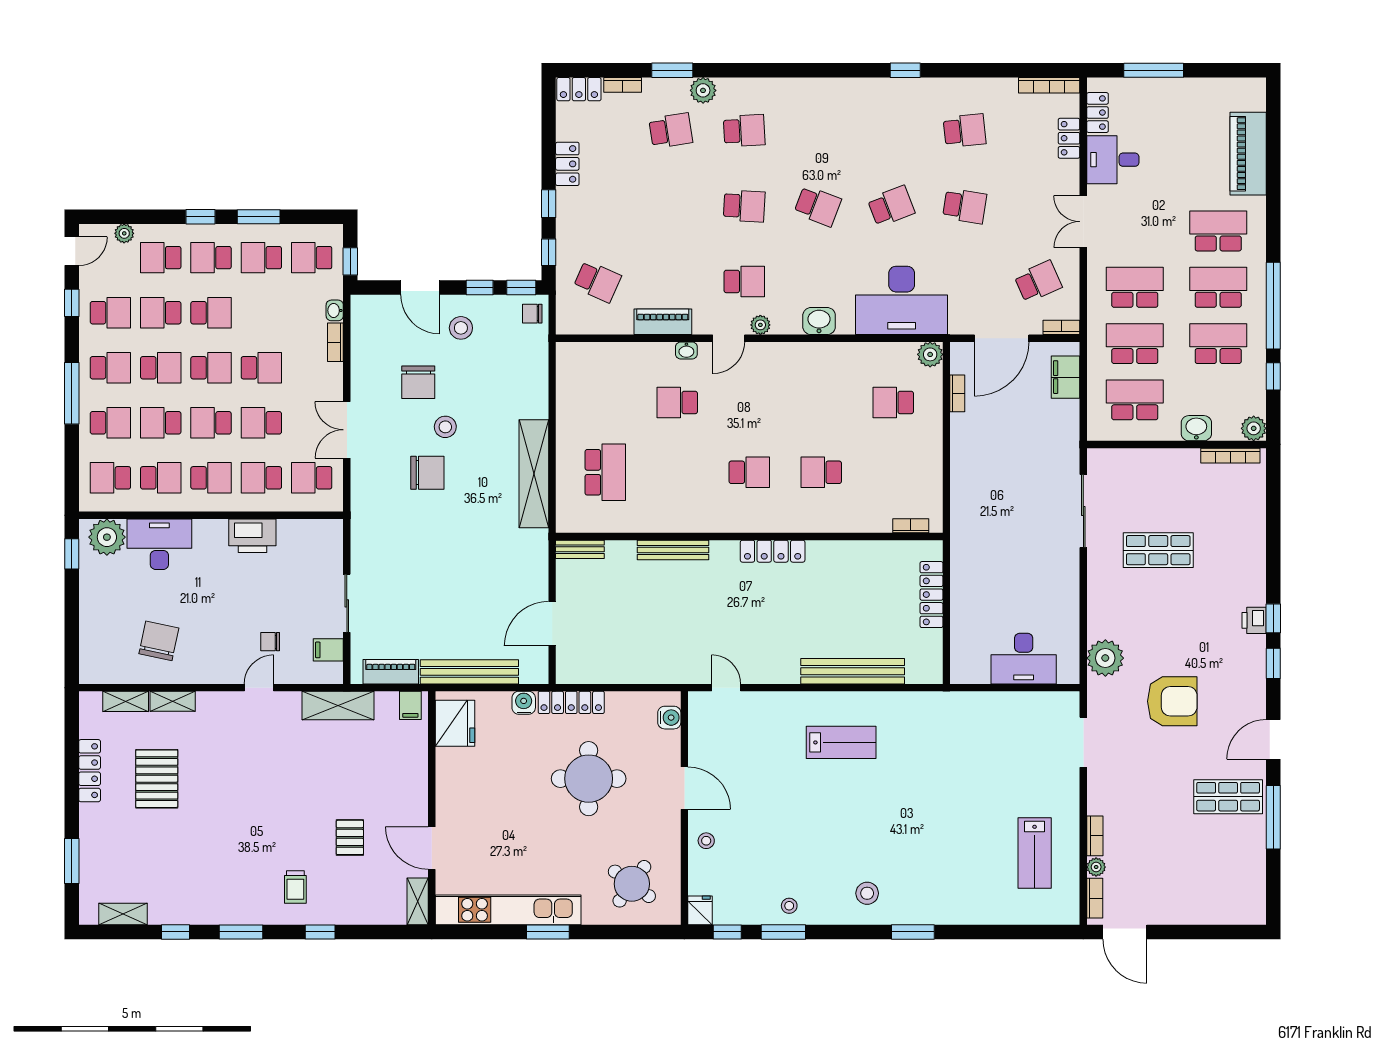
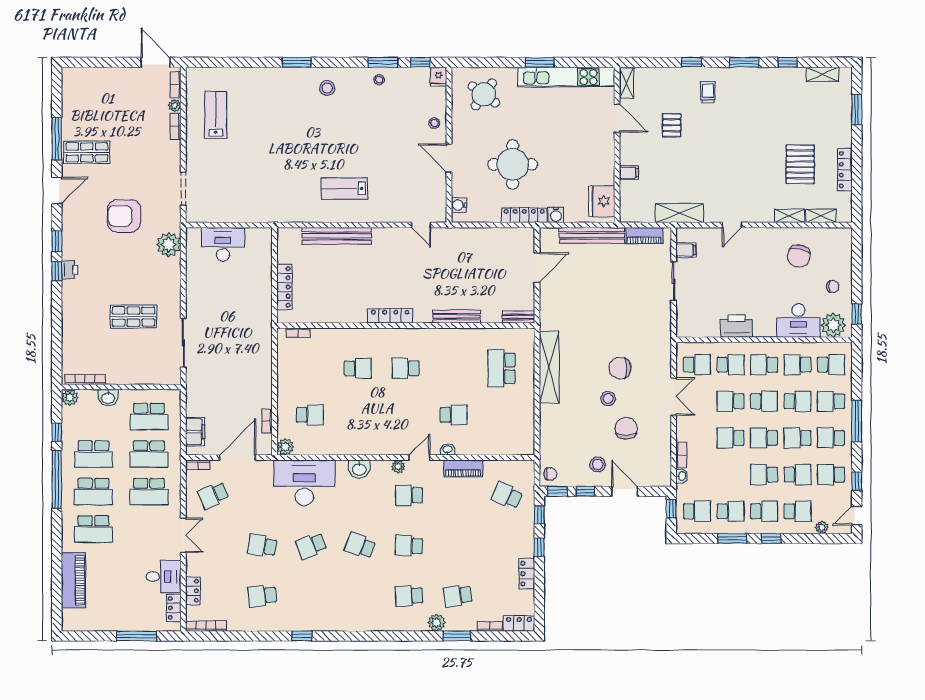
school desk: (261, 423) -> (731, 401), turned 180
chair: (270, 642) -> (833, 287), moved
filing cabinet: (410, 705) -> (629, 173), moved, turned 90

